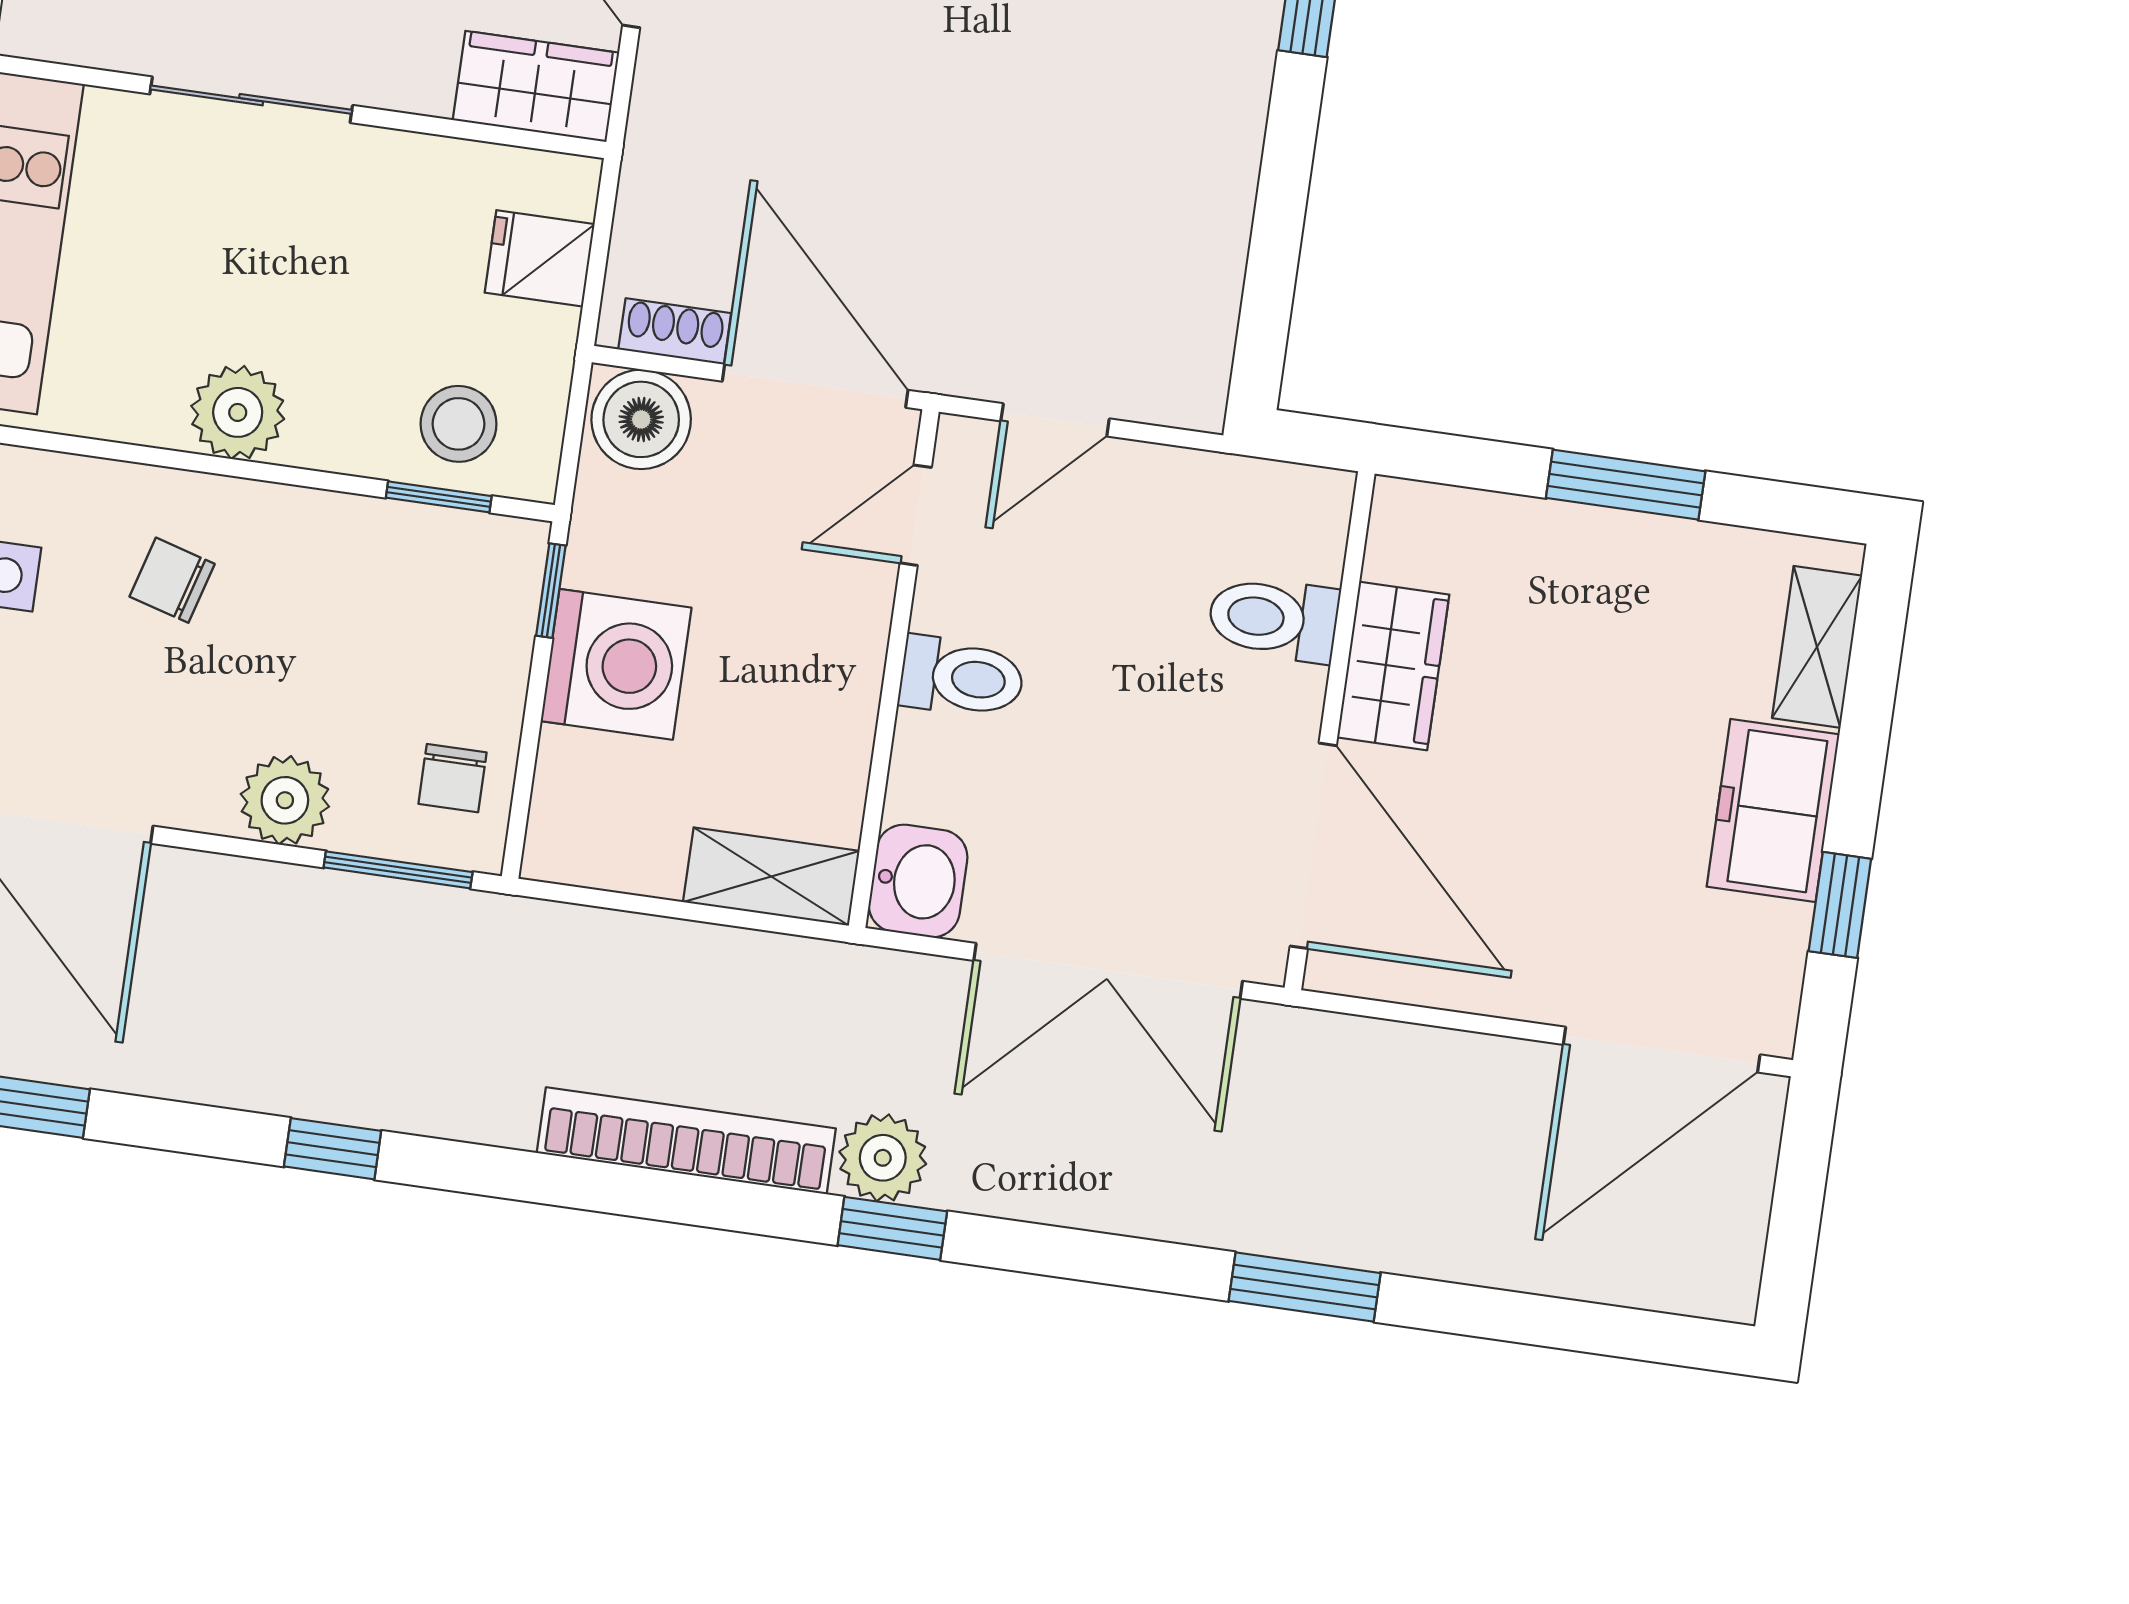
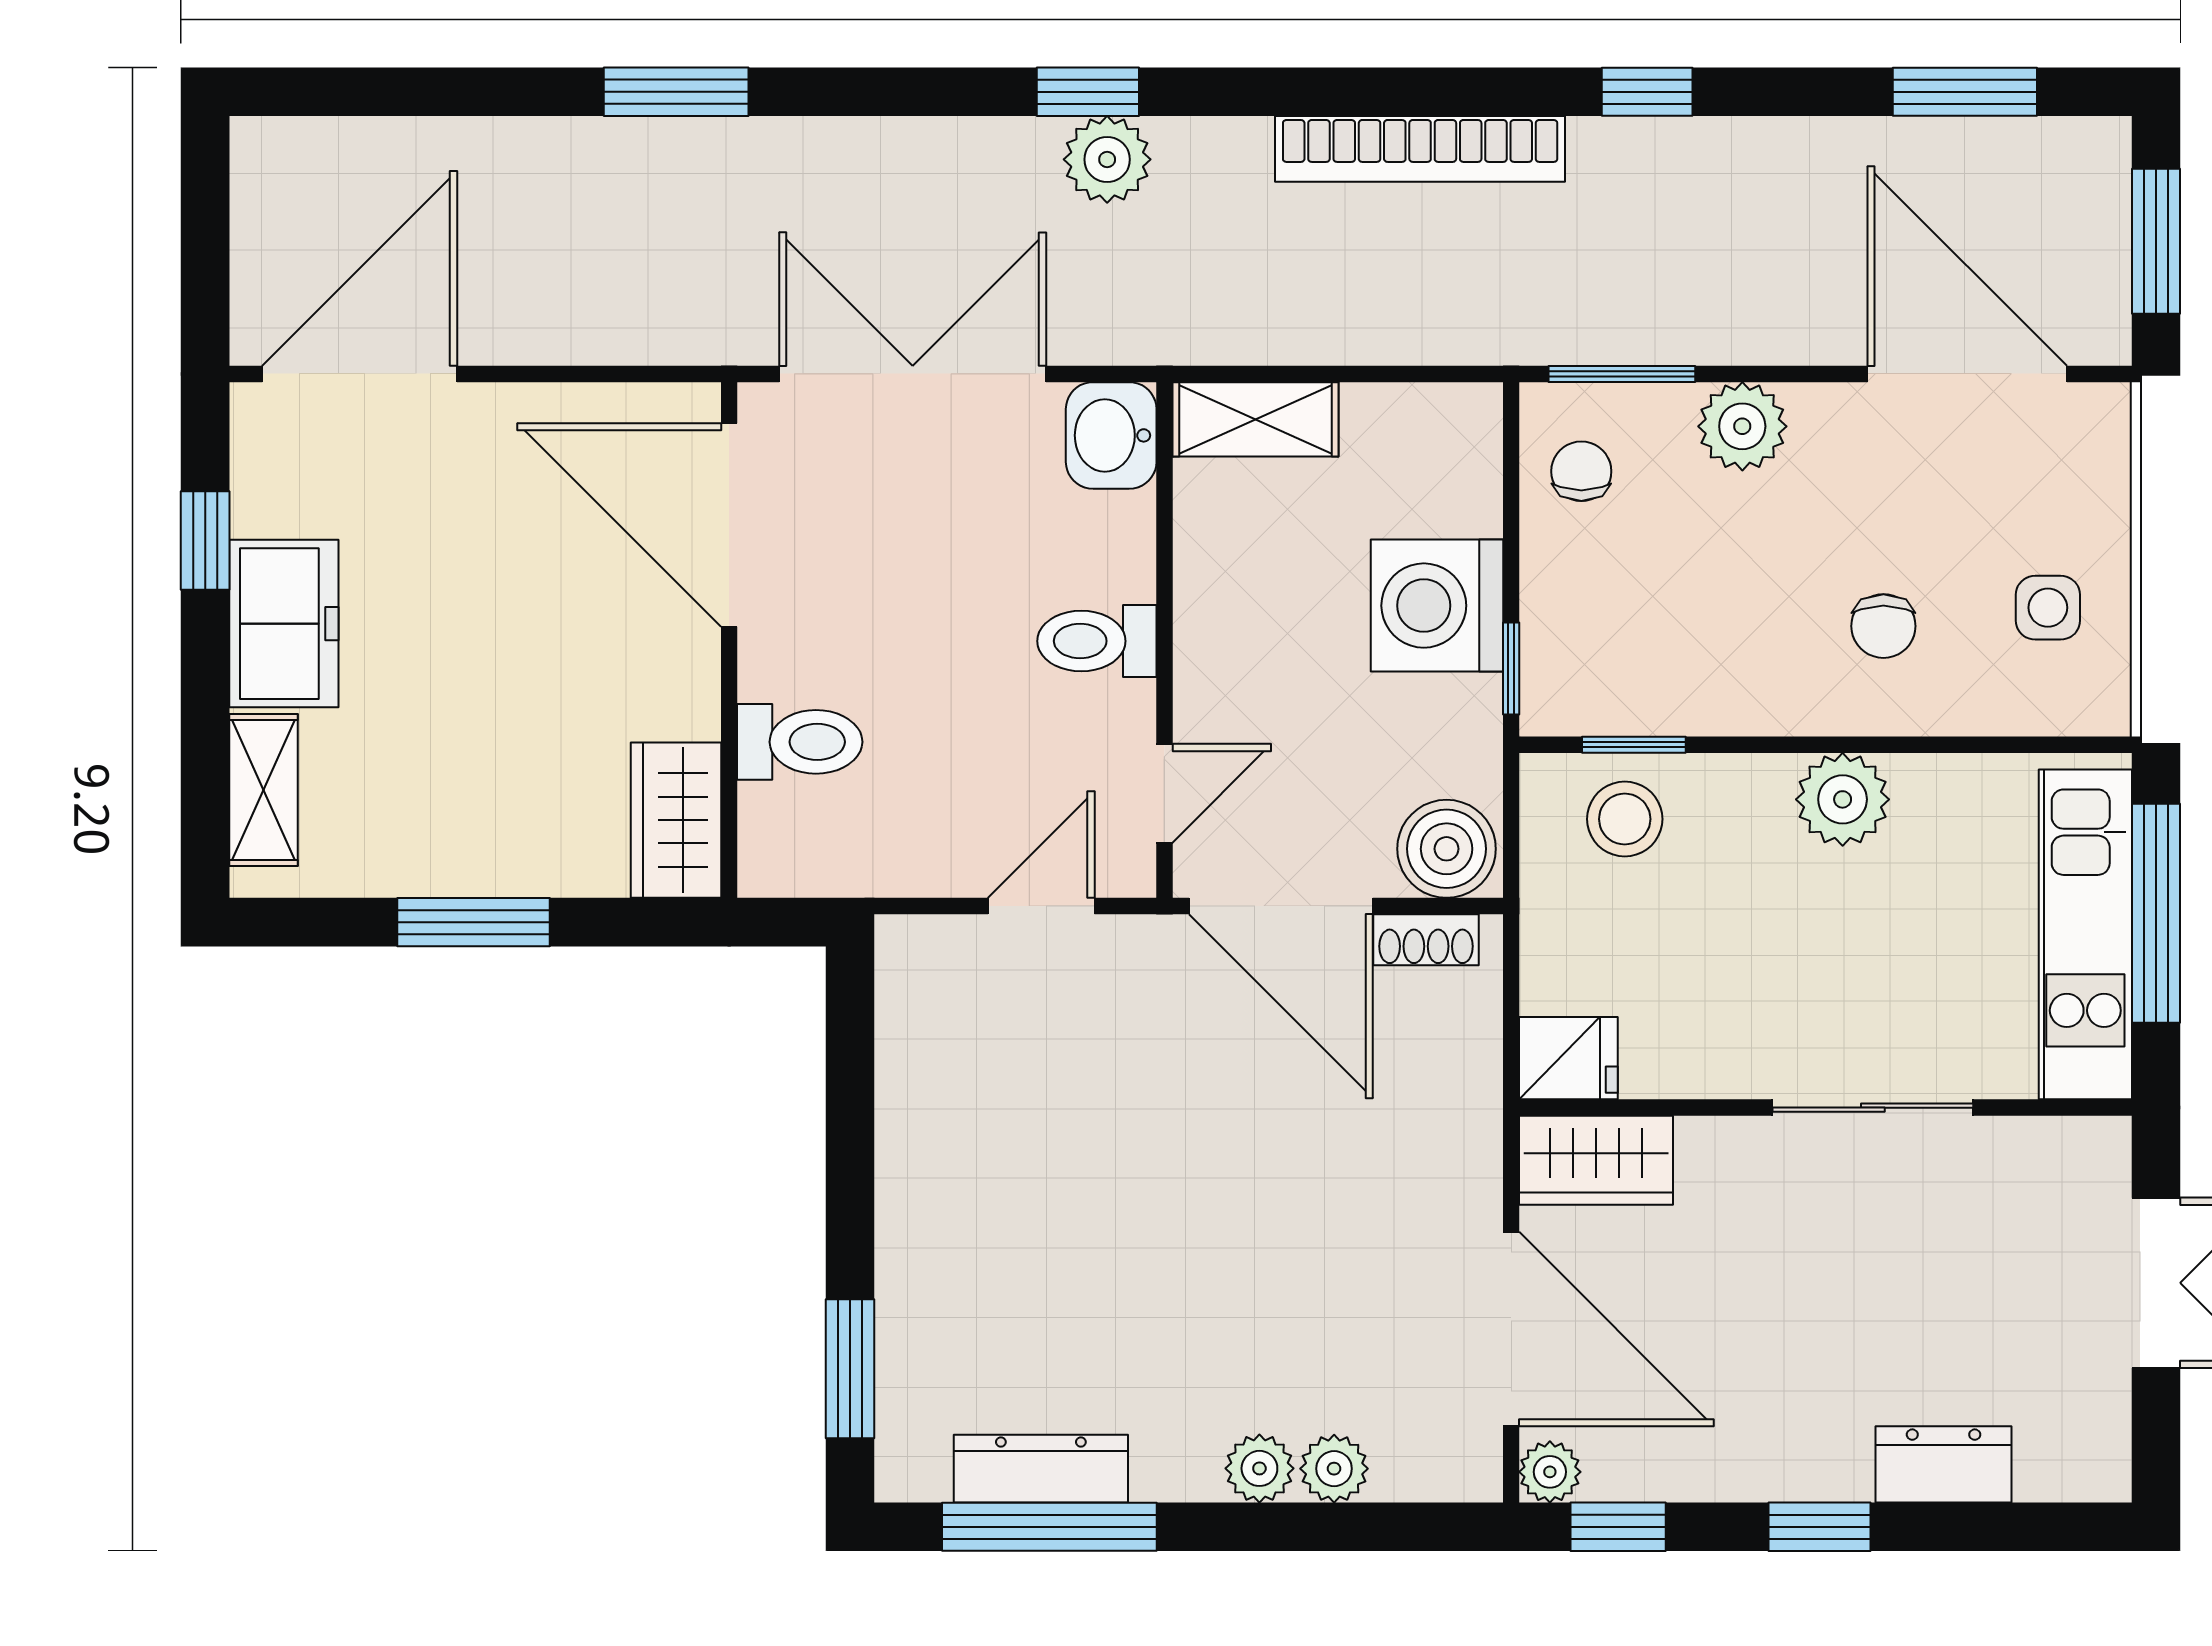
fridge: (540, 258) -> (1568, 1058), moved
chair: (172, 580) -> (1883, 626), turned 74
wardrobe: (1393, 666) -> (676, 820), moved
bookcase: (686, 1141) -> (1420, 149), moved

